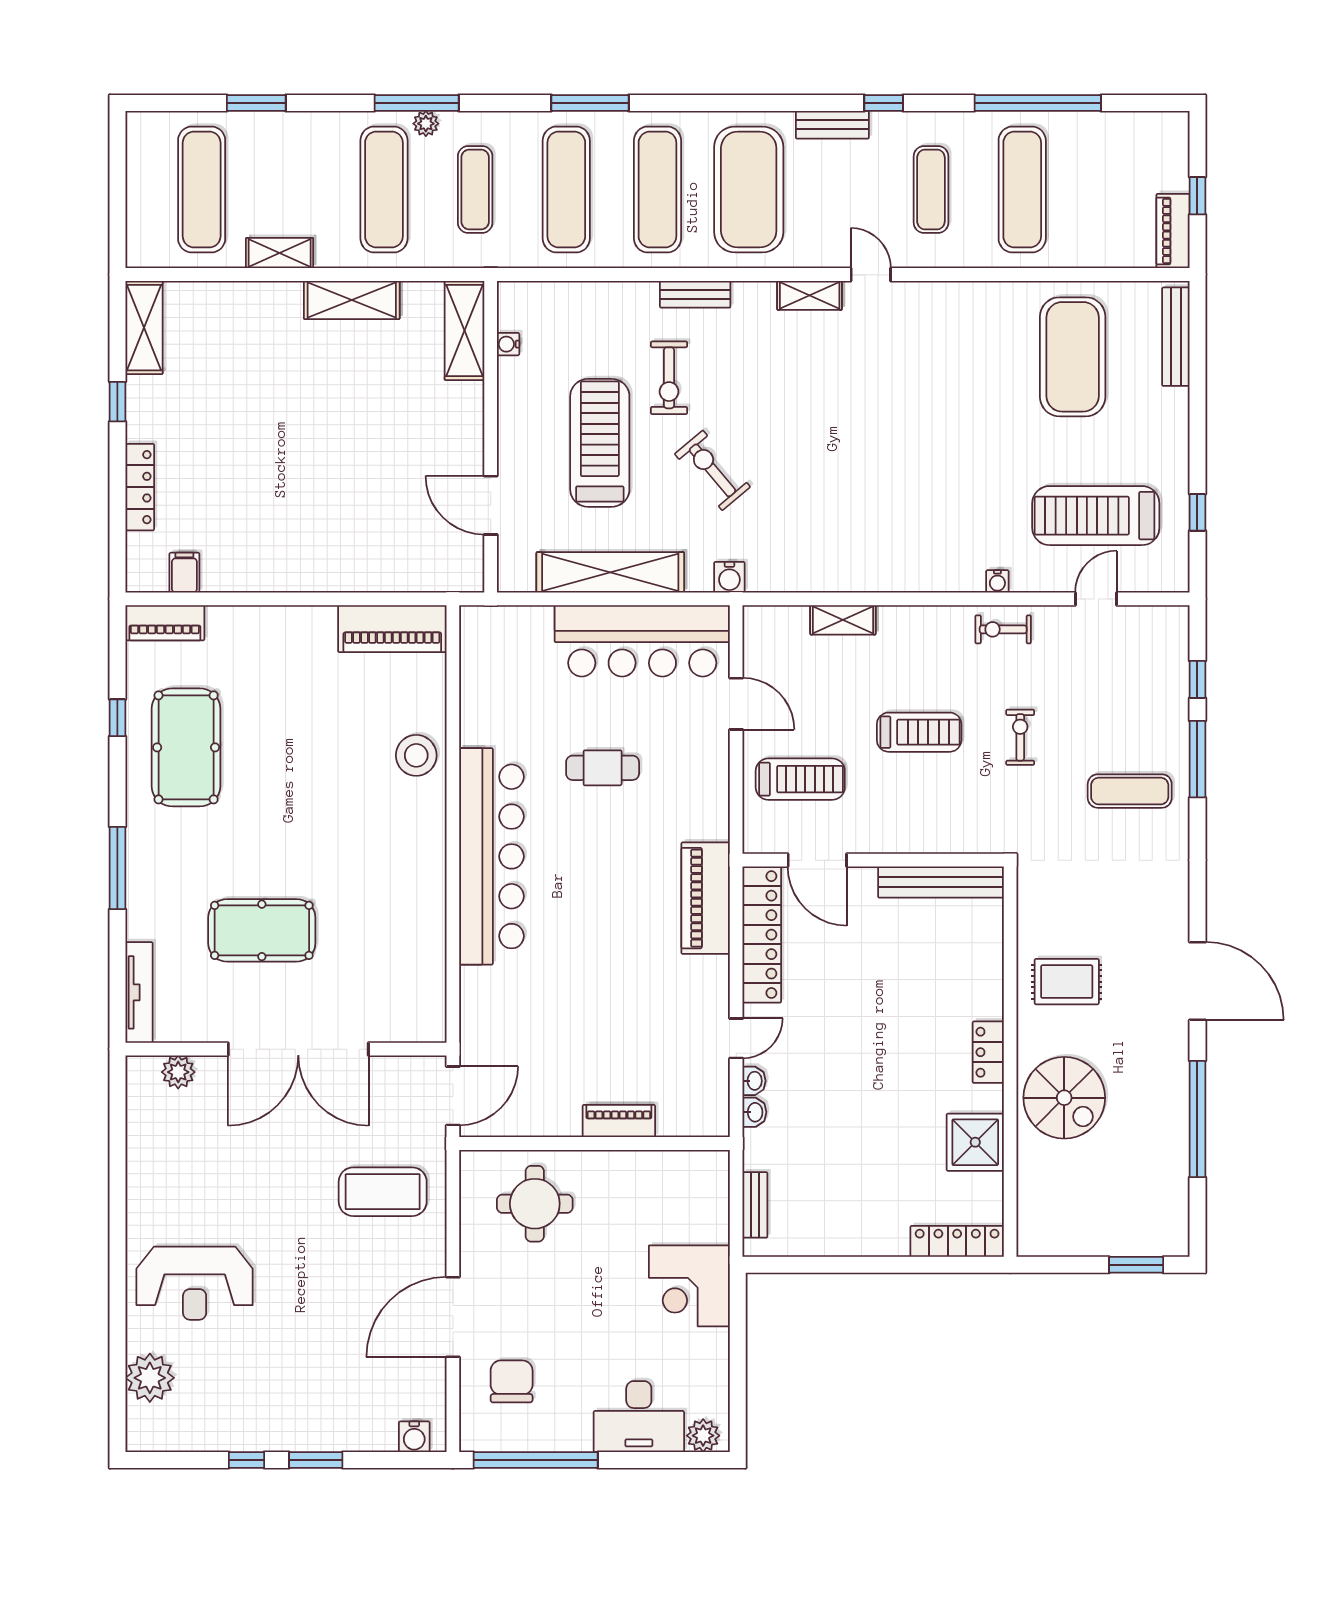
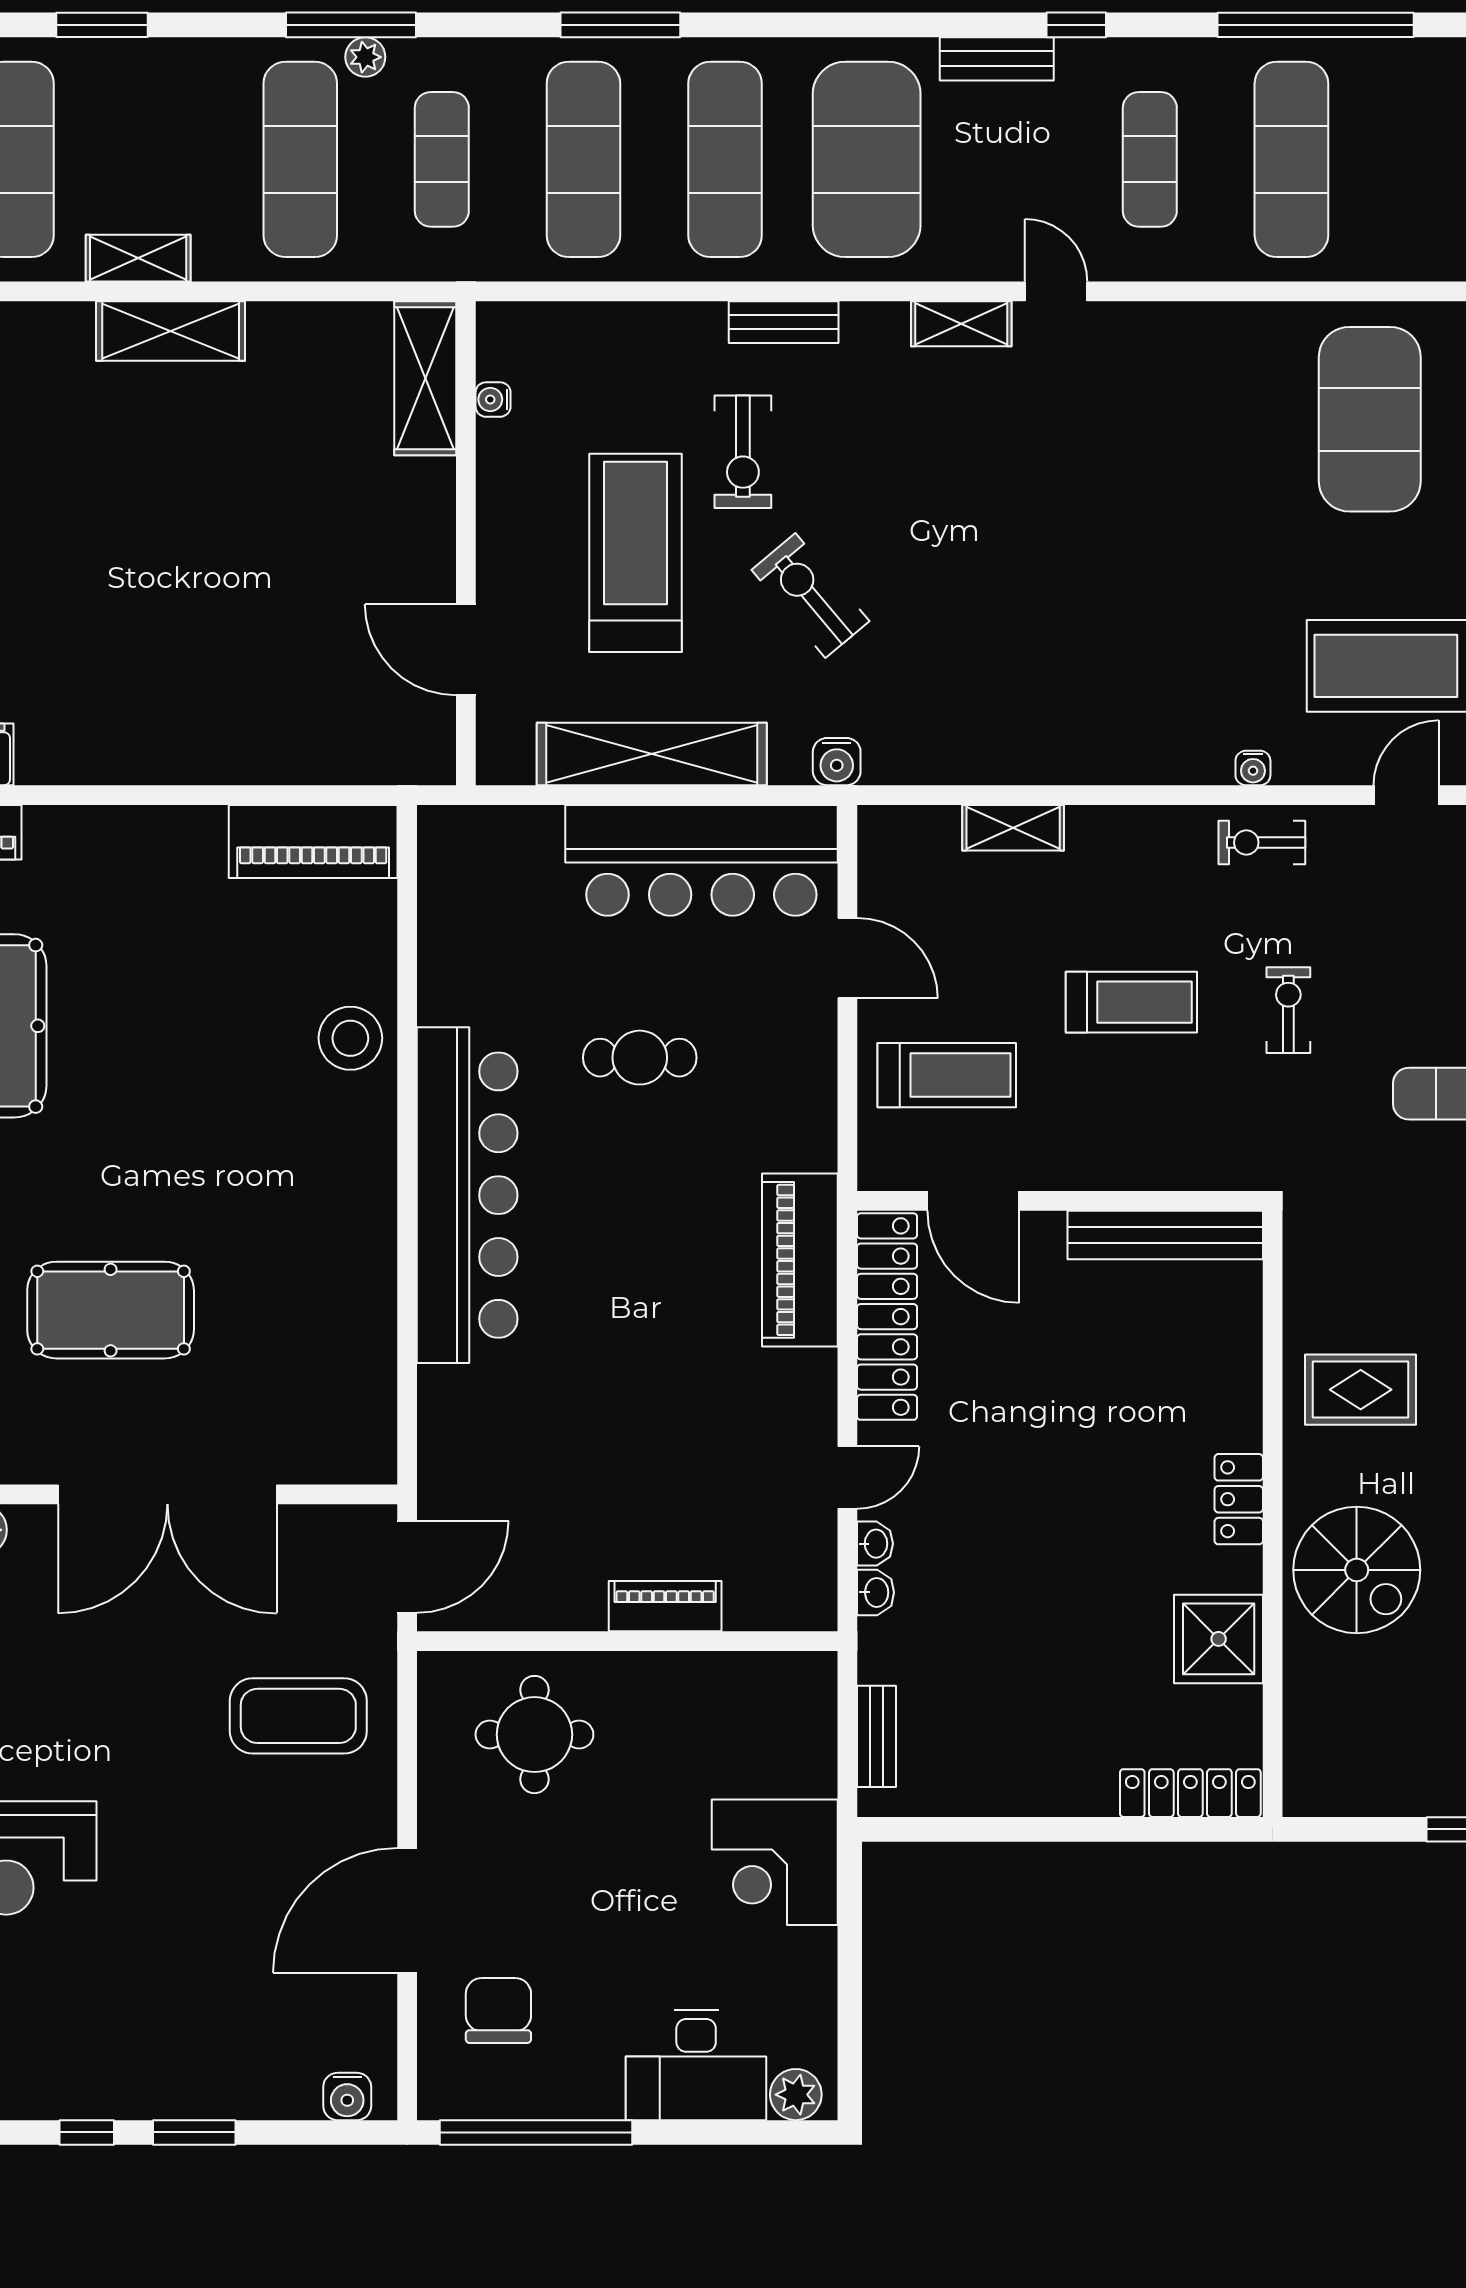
shelving: (352, 300) -> (171, 331), moved

